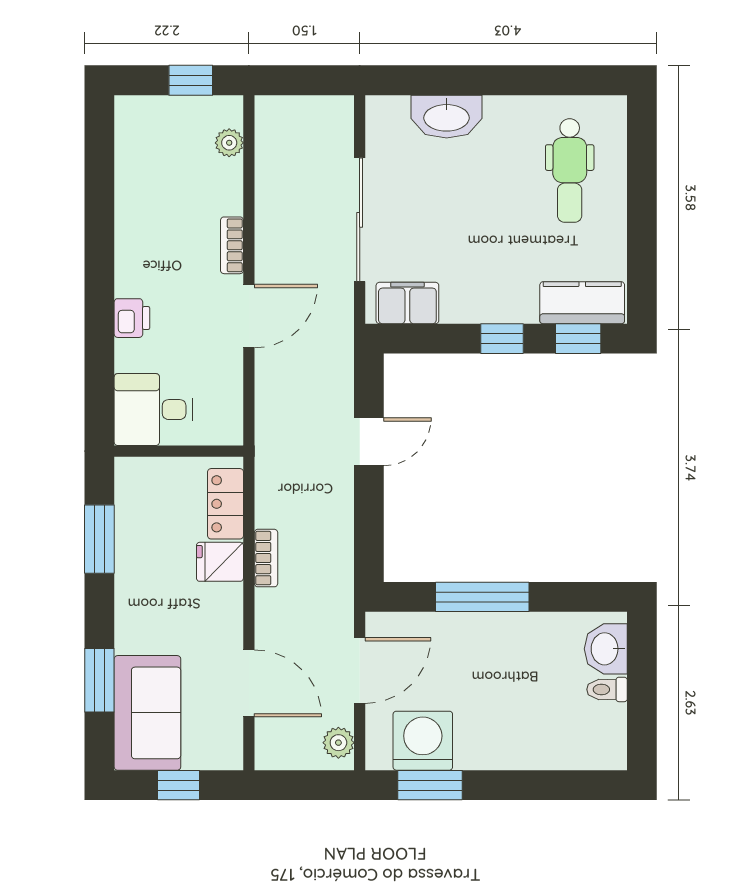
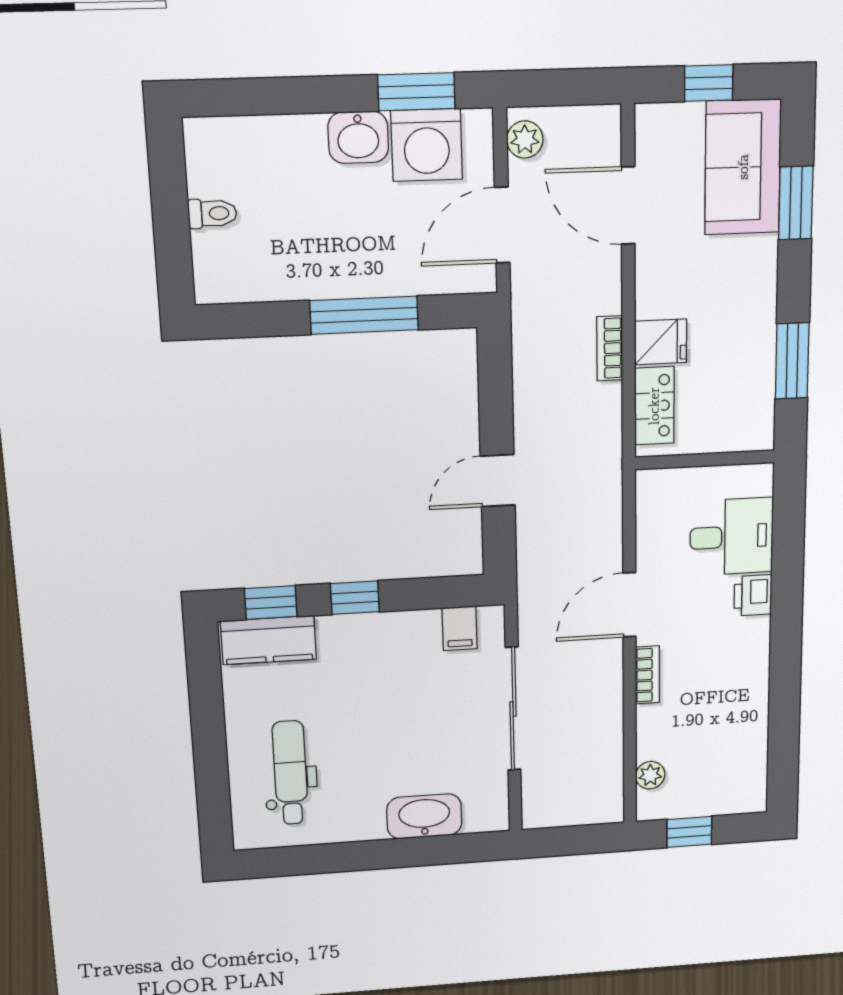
filing cabinet: (407, 303) -> (460, 628), width x0.50
desk: (153, 410) -> (731, 537), moved
washbasin: (606, 649) -> (358, 137), moved, turned 90

